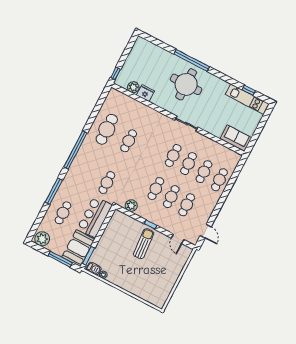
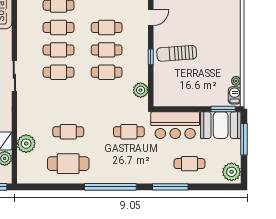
plant: (136, 108) -> (26, 144), added

